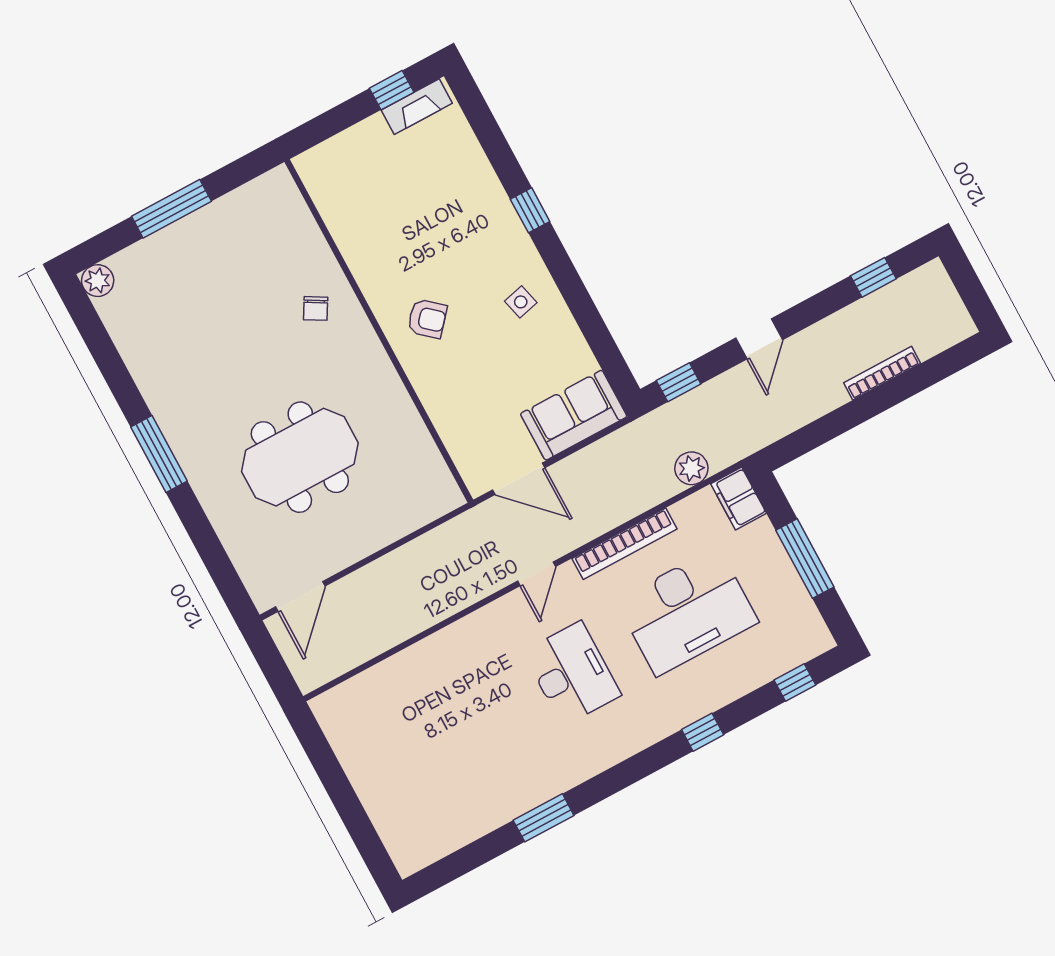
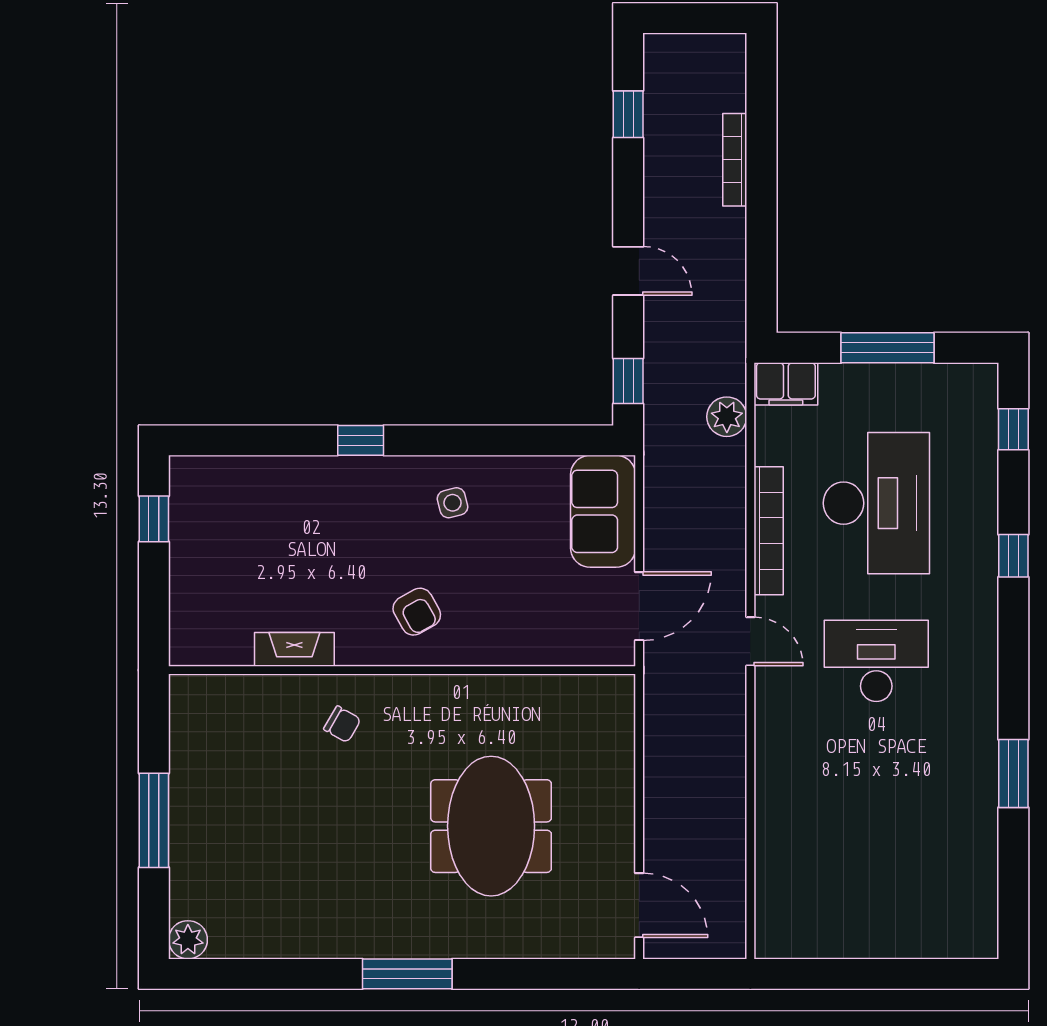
fireplace: (417, 107) -> (294, 649), moved, turned -90
armchair: (427, 319) -> (417, 612), turned 110

